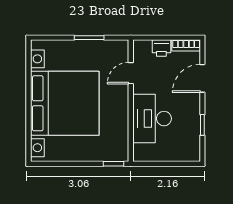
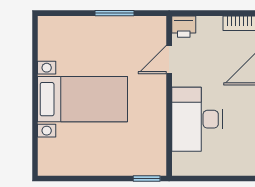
printer: (161, 48) -> (184, 27), moved
bed with nightstands: (65, 103) -> (83, 99), width x0.54

